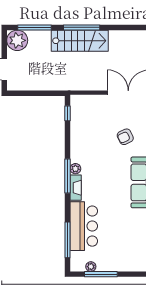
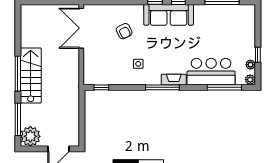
side table: (92, 151) -> (138, 64), added
plant: (75, 169) -> (250, 80), moved
window: (101, 274) -> (258, 55), width x0.46

